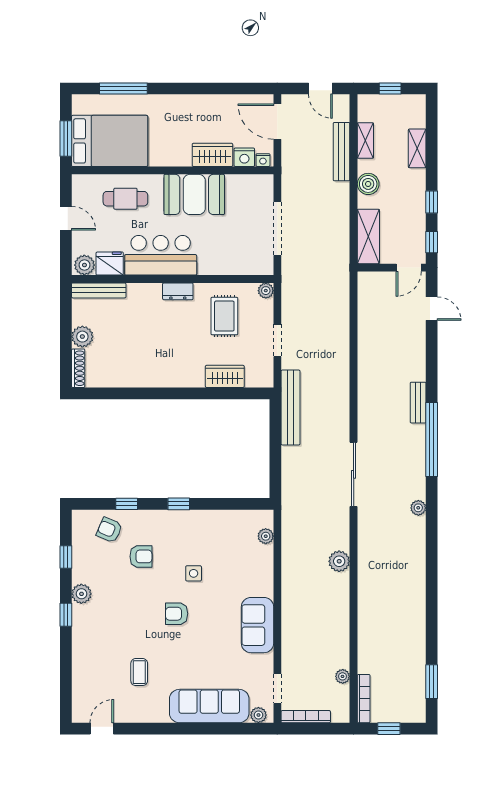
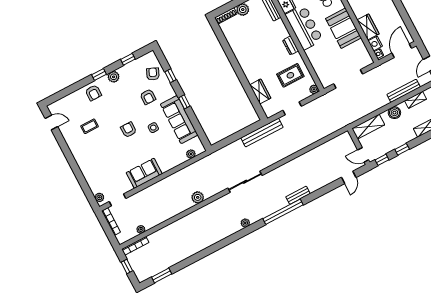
armchair: (90, 639) -> (93, 93), added
sofa: (209, 706) -> (179, 120), moved, turned 180

